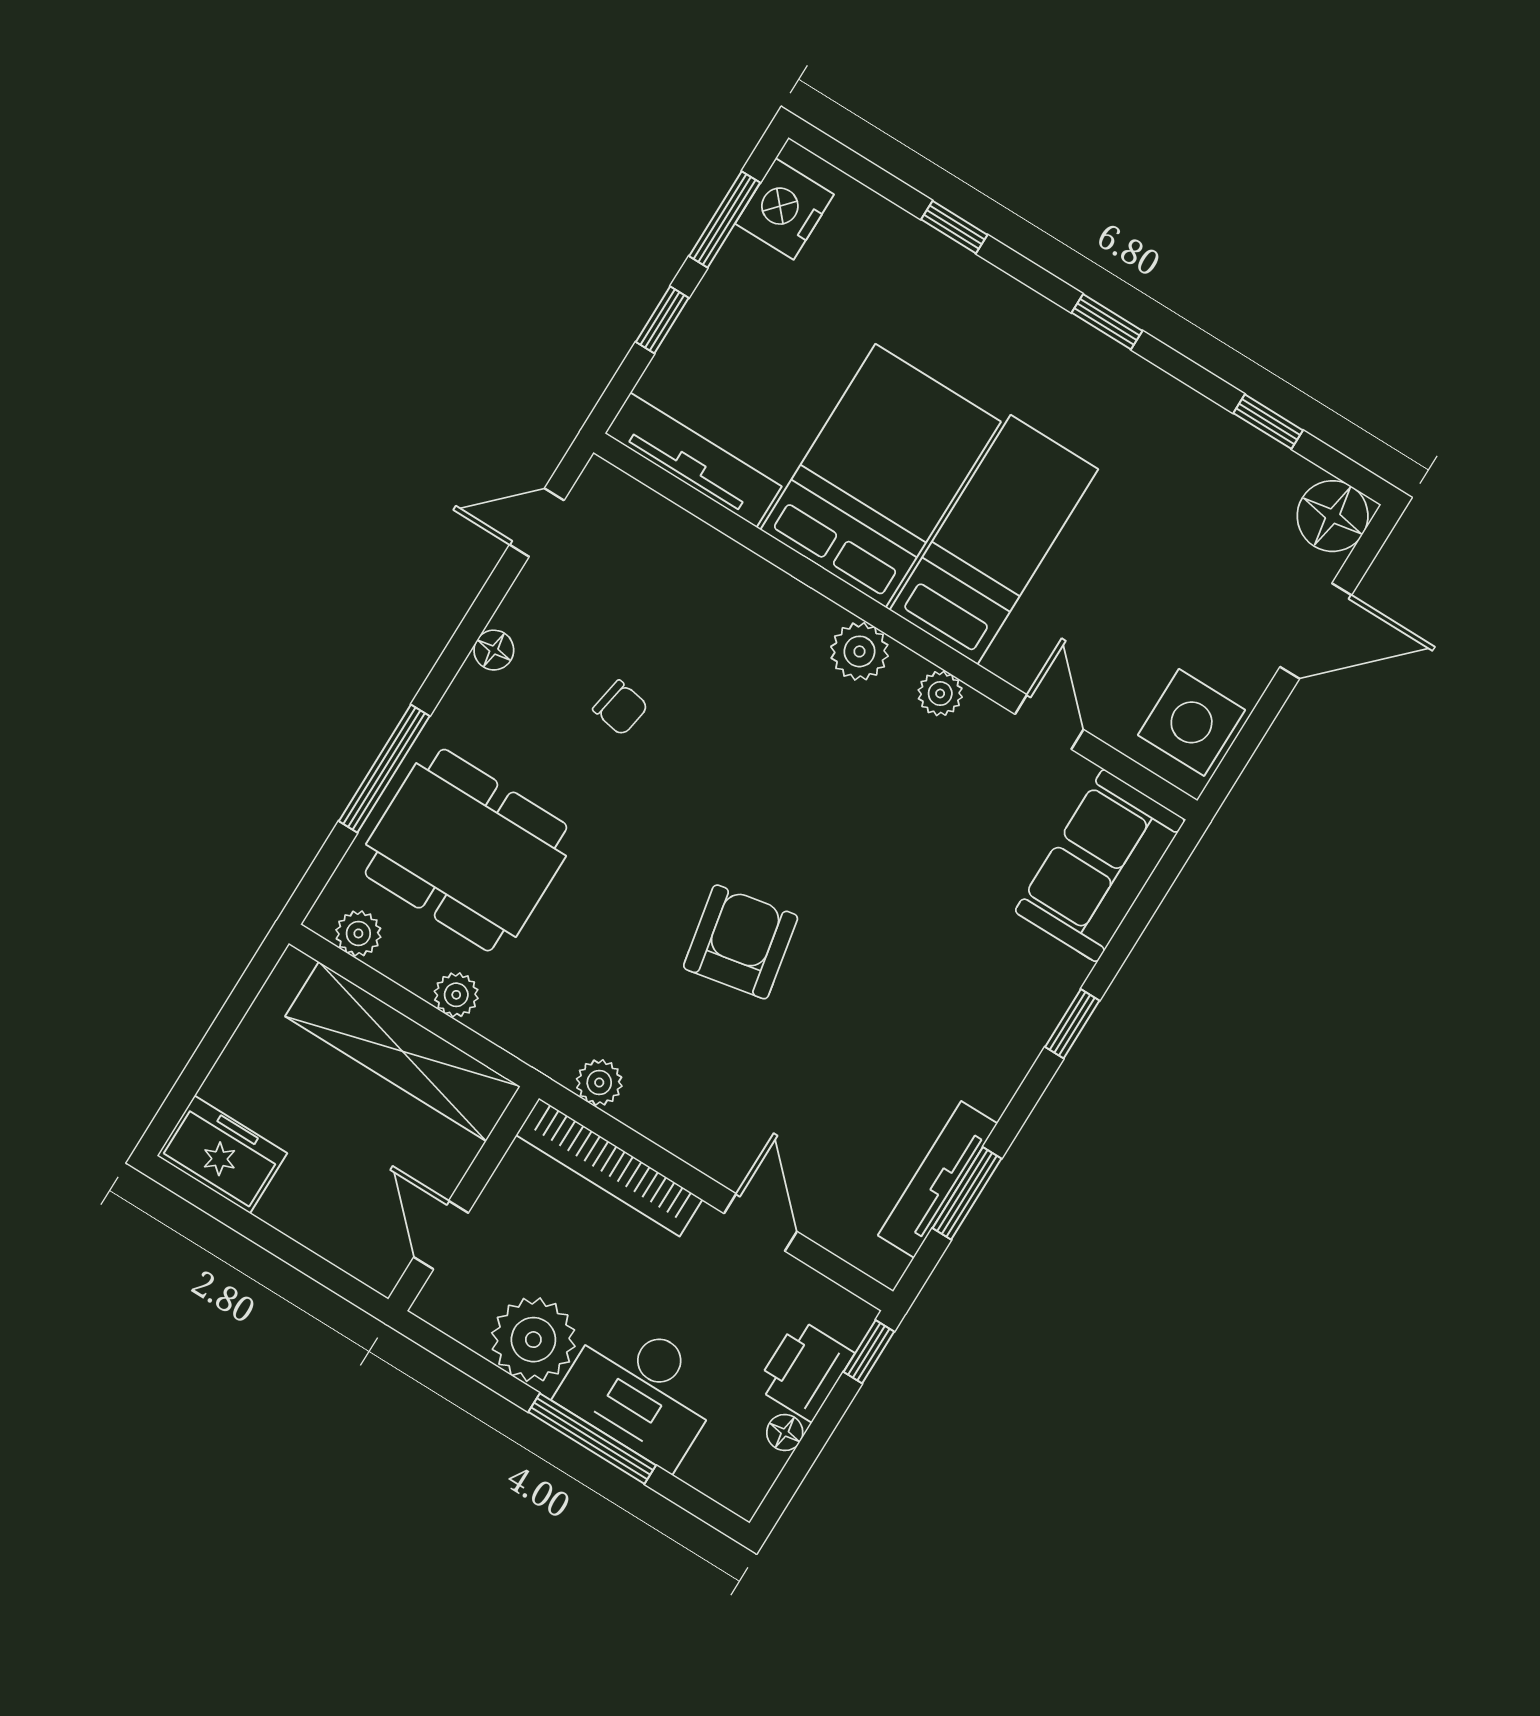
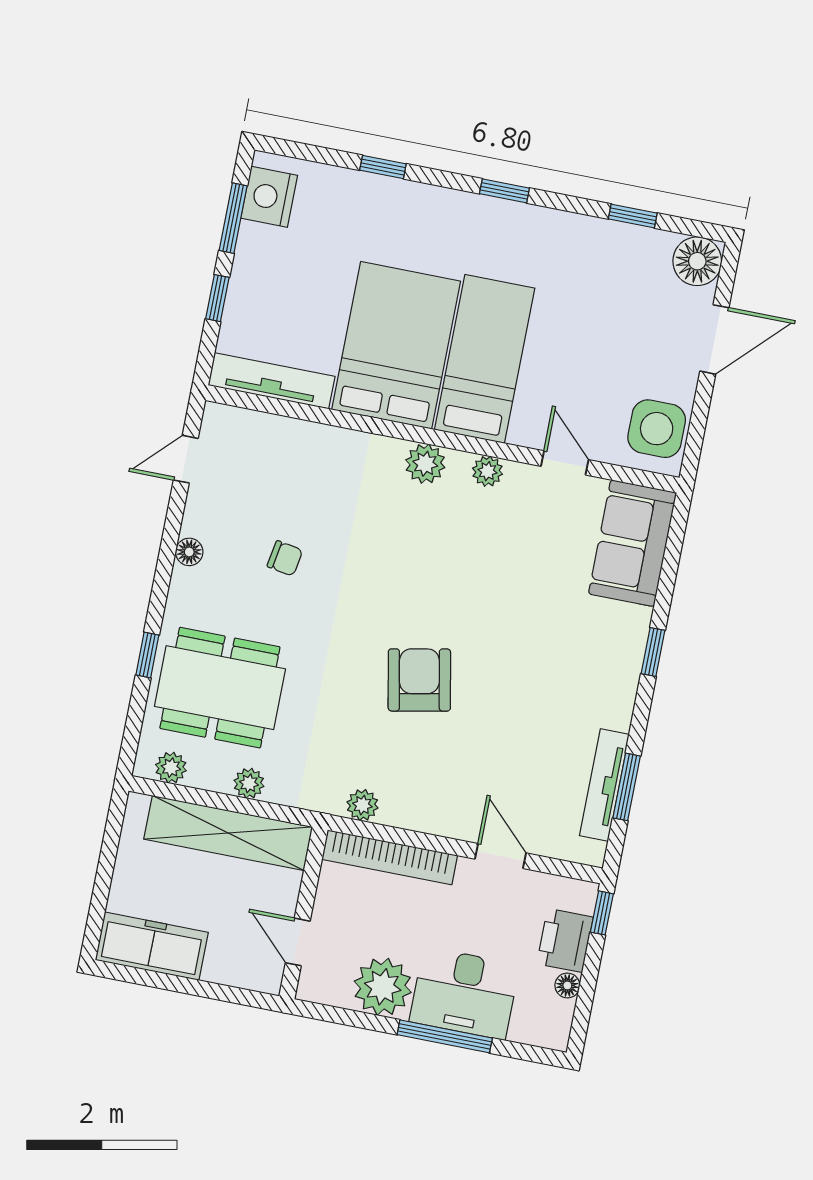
window: (384, 769) -> (147, 655), width x0.46
freezer: (222, 1155) -> (152, 946), width x1.40

